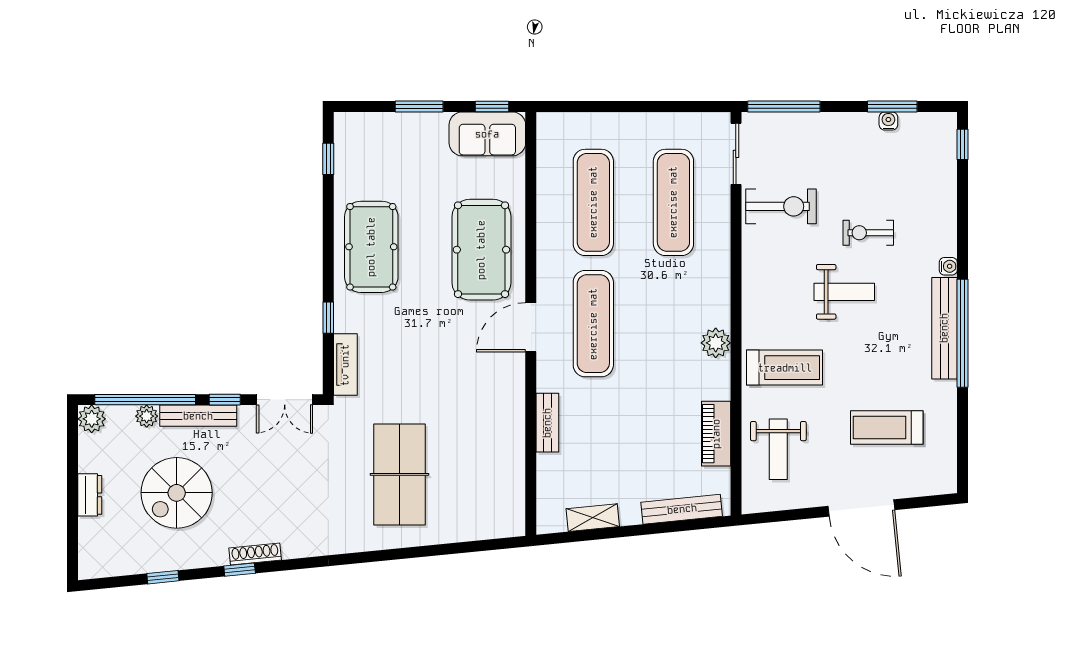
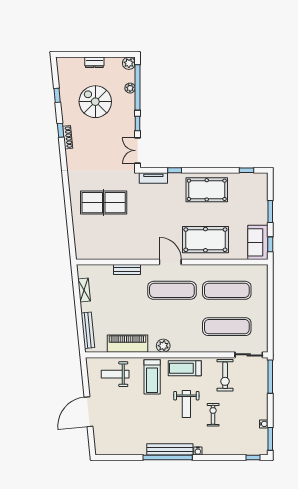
window: (892, 106) -> (270, 439), moved
bench: (198, 416) -> (130, 111), removed
treadmill: (887, 428) -> (185, 368), moved, turned -90
piano: (716, 434) -> (128, 344), width x1.37, depth x1.33

